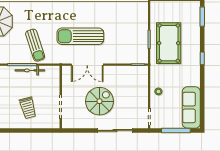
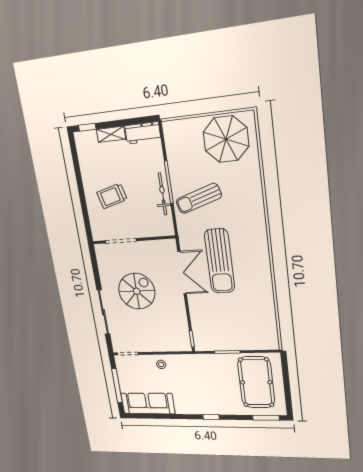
sun lounger: (80, 36) -> (220, 261), turned 180
pool table: (169, 43) -> (256, 382), moved, turned 90
double door: (87, 65) -> (182, 273), swing flipped
spiral stairs: (99, 101) -> (137, 291), turned -90

